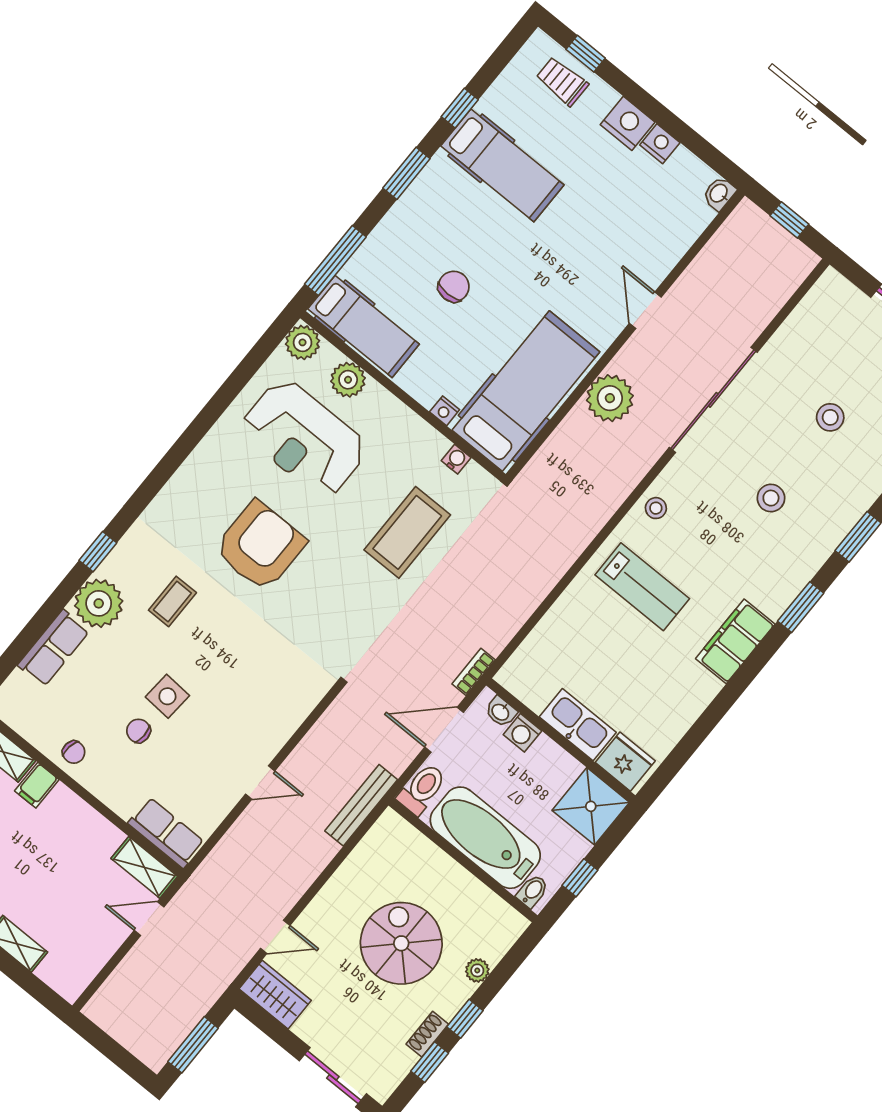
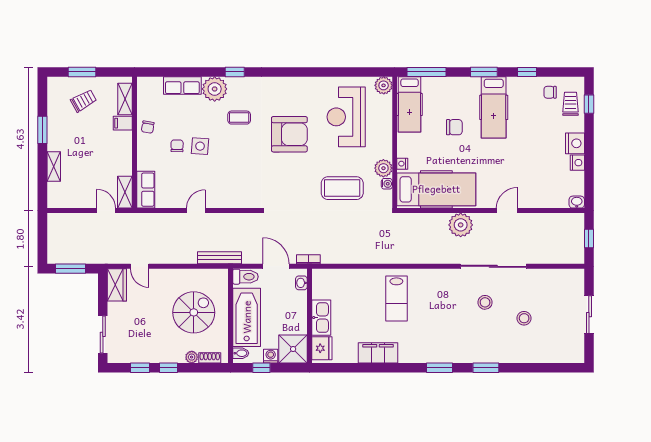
chair: (519, 98) -> (550, 92), added
hospital bed: (502, 165) -> (494, 107), moved
plant: (348, 380) -> (383, 168), moved
stool: (771, 498) -> (485, 302), moved
stool: (656, 508) -> (432, 279), removed
filing cabinet: (735, 641) -> (378, 353), moved
washing machine: (522, 733) -> (271, 356), moved, turned 90
door: (260, 782) -> (196, 211), swing flipped
spiral stairs: (401, 943) -> (194, 312), moved
shoe rack: (427, 1034) -> (210, 358), moved

